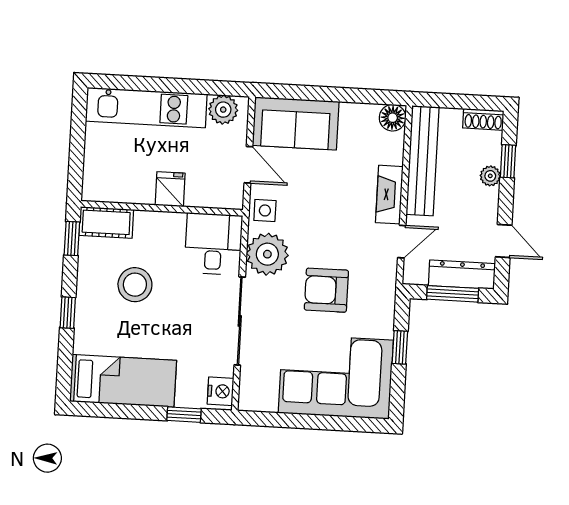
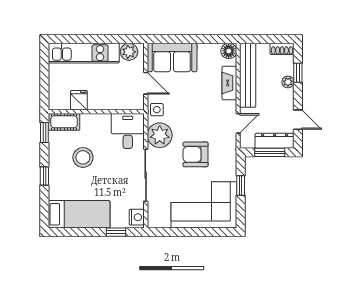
fridge: (170, 189) -> (79, 100), moved
fireplace: (389, 195) -> (229, 83), moved

